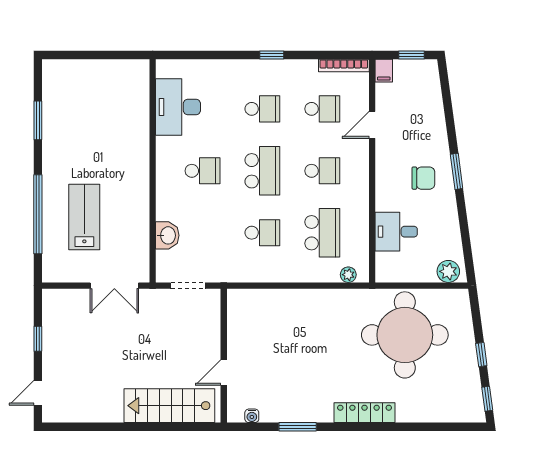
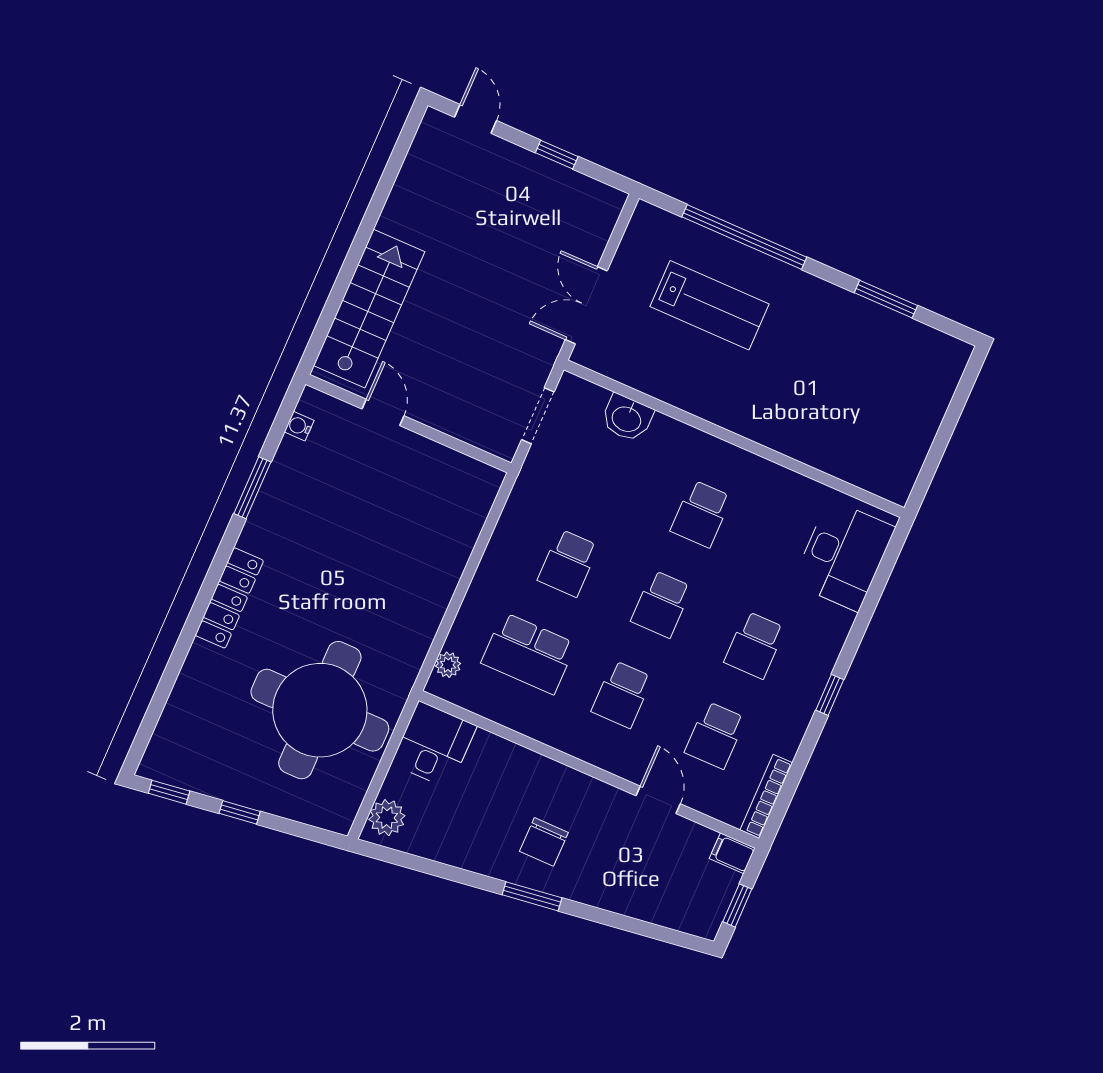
desk: (178, 107) -> (844, 555), moved, turned 90
school desk: (262, 171) -> (661, 604), width x0.54
desk: (396, 232) -> (434, 745), moved

